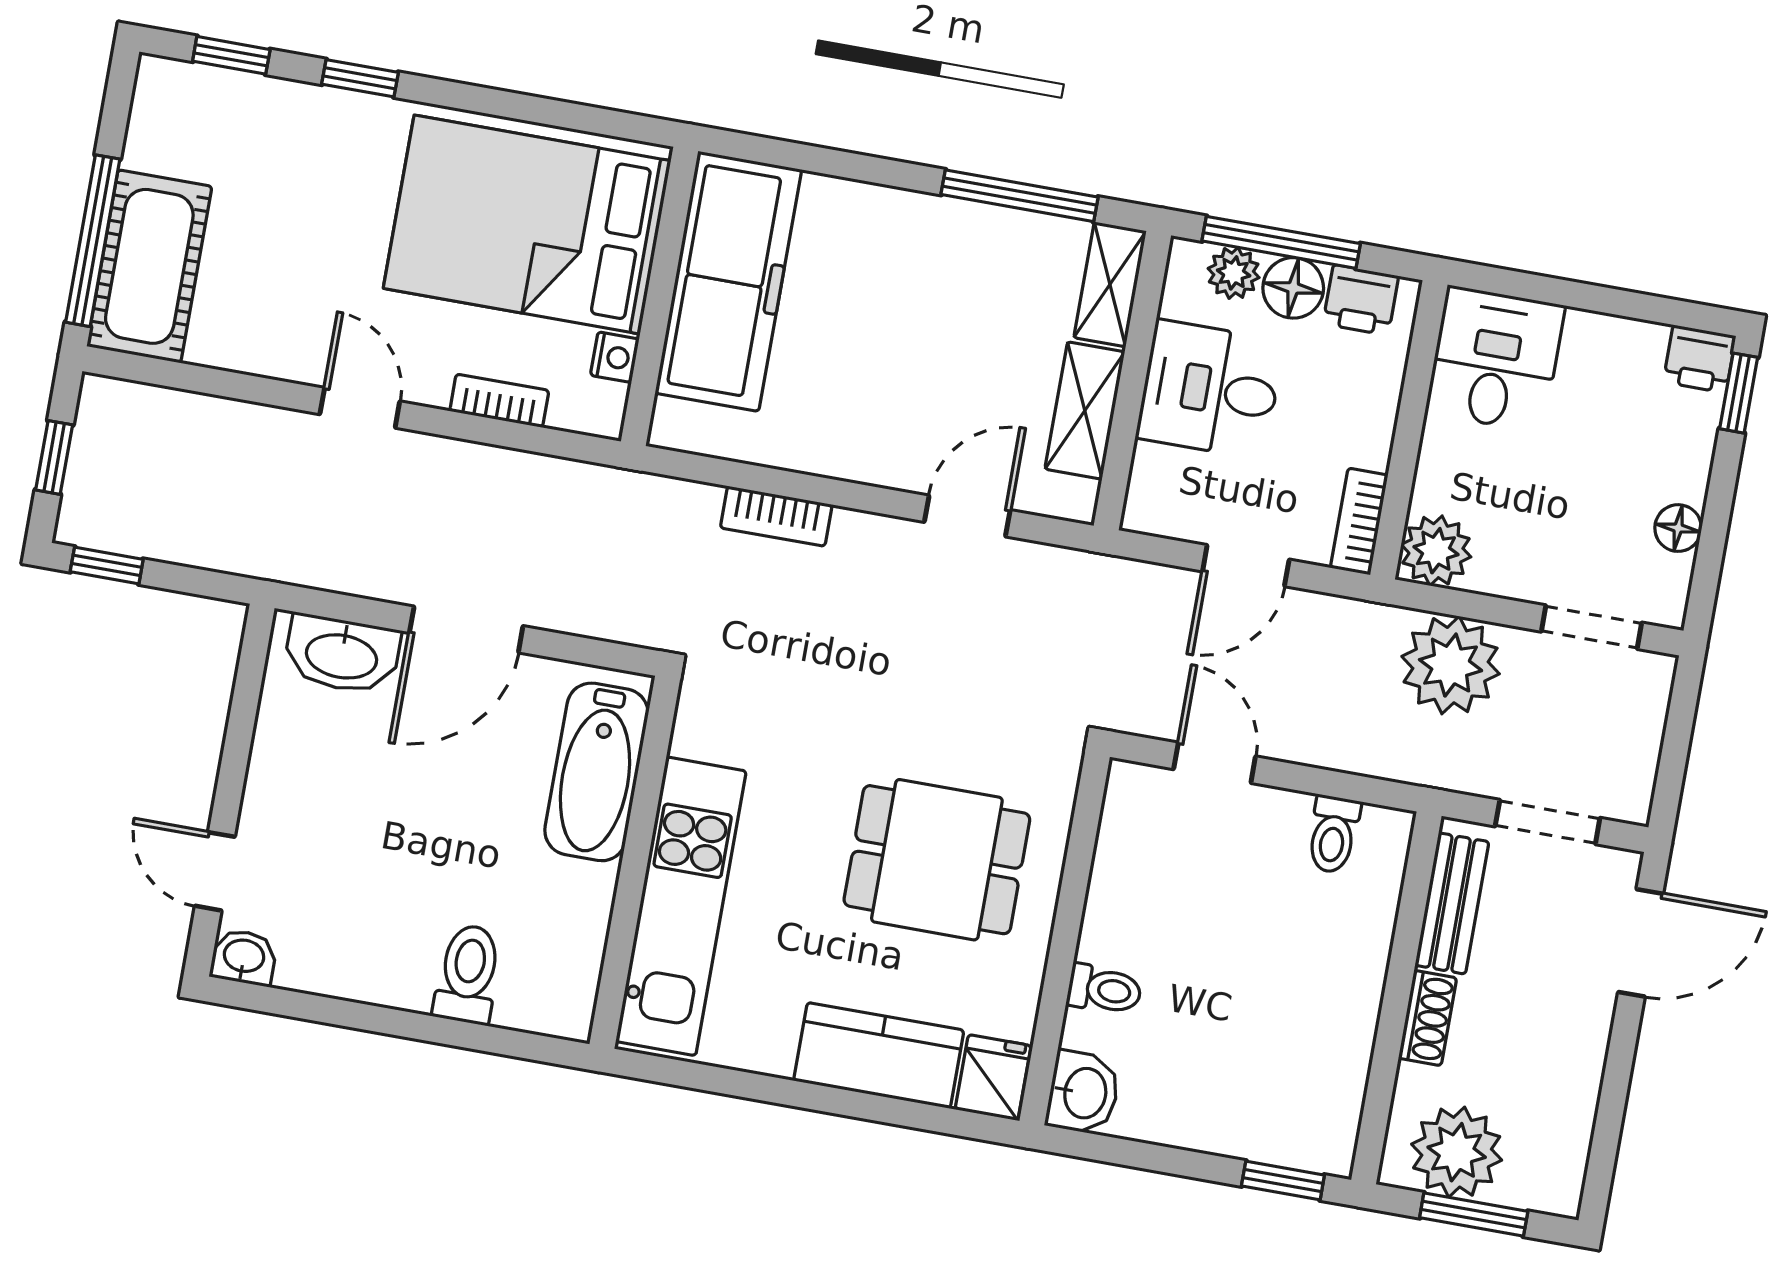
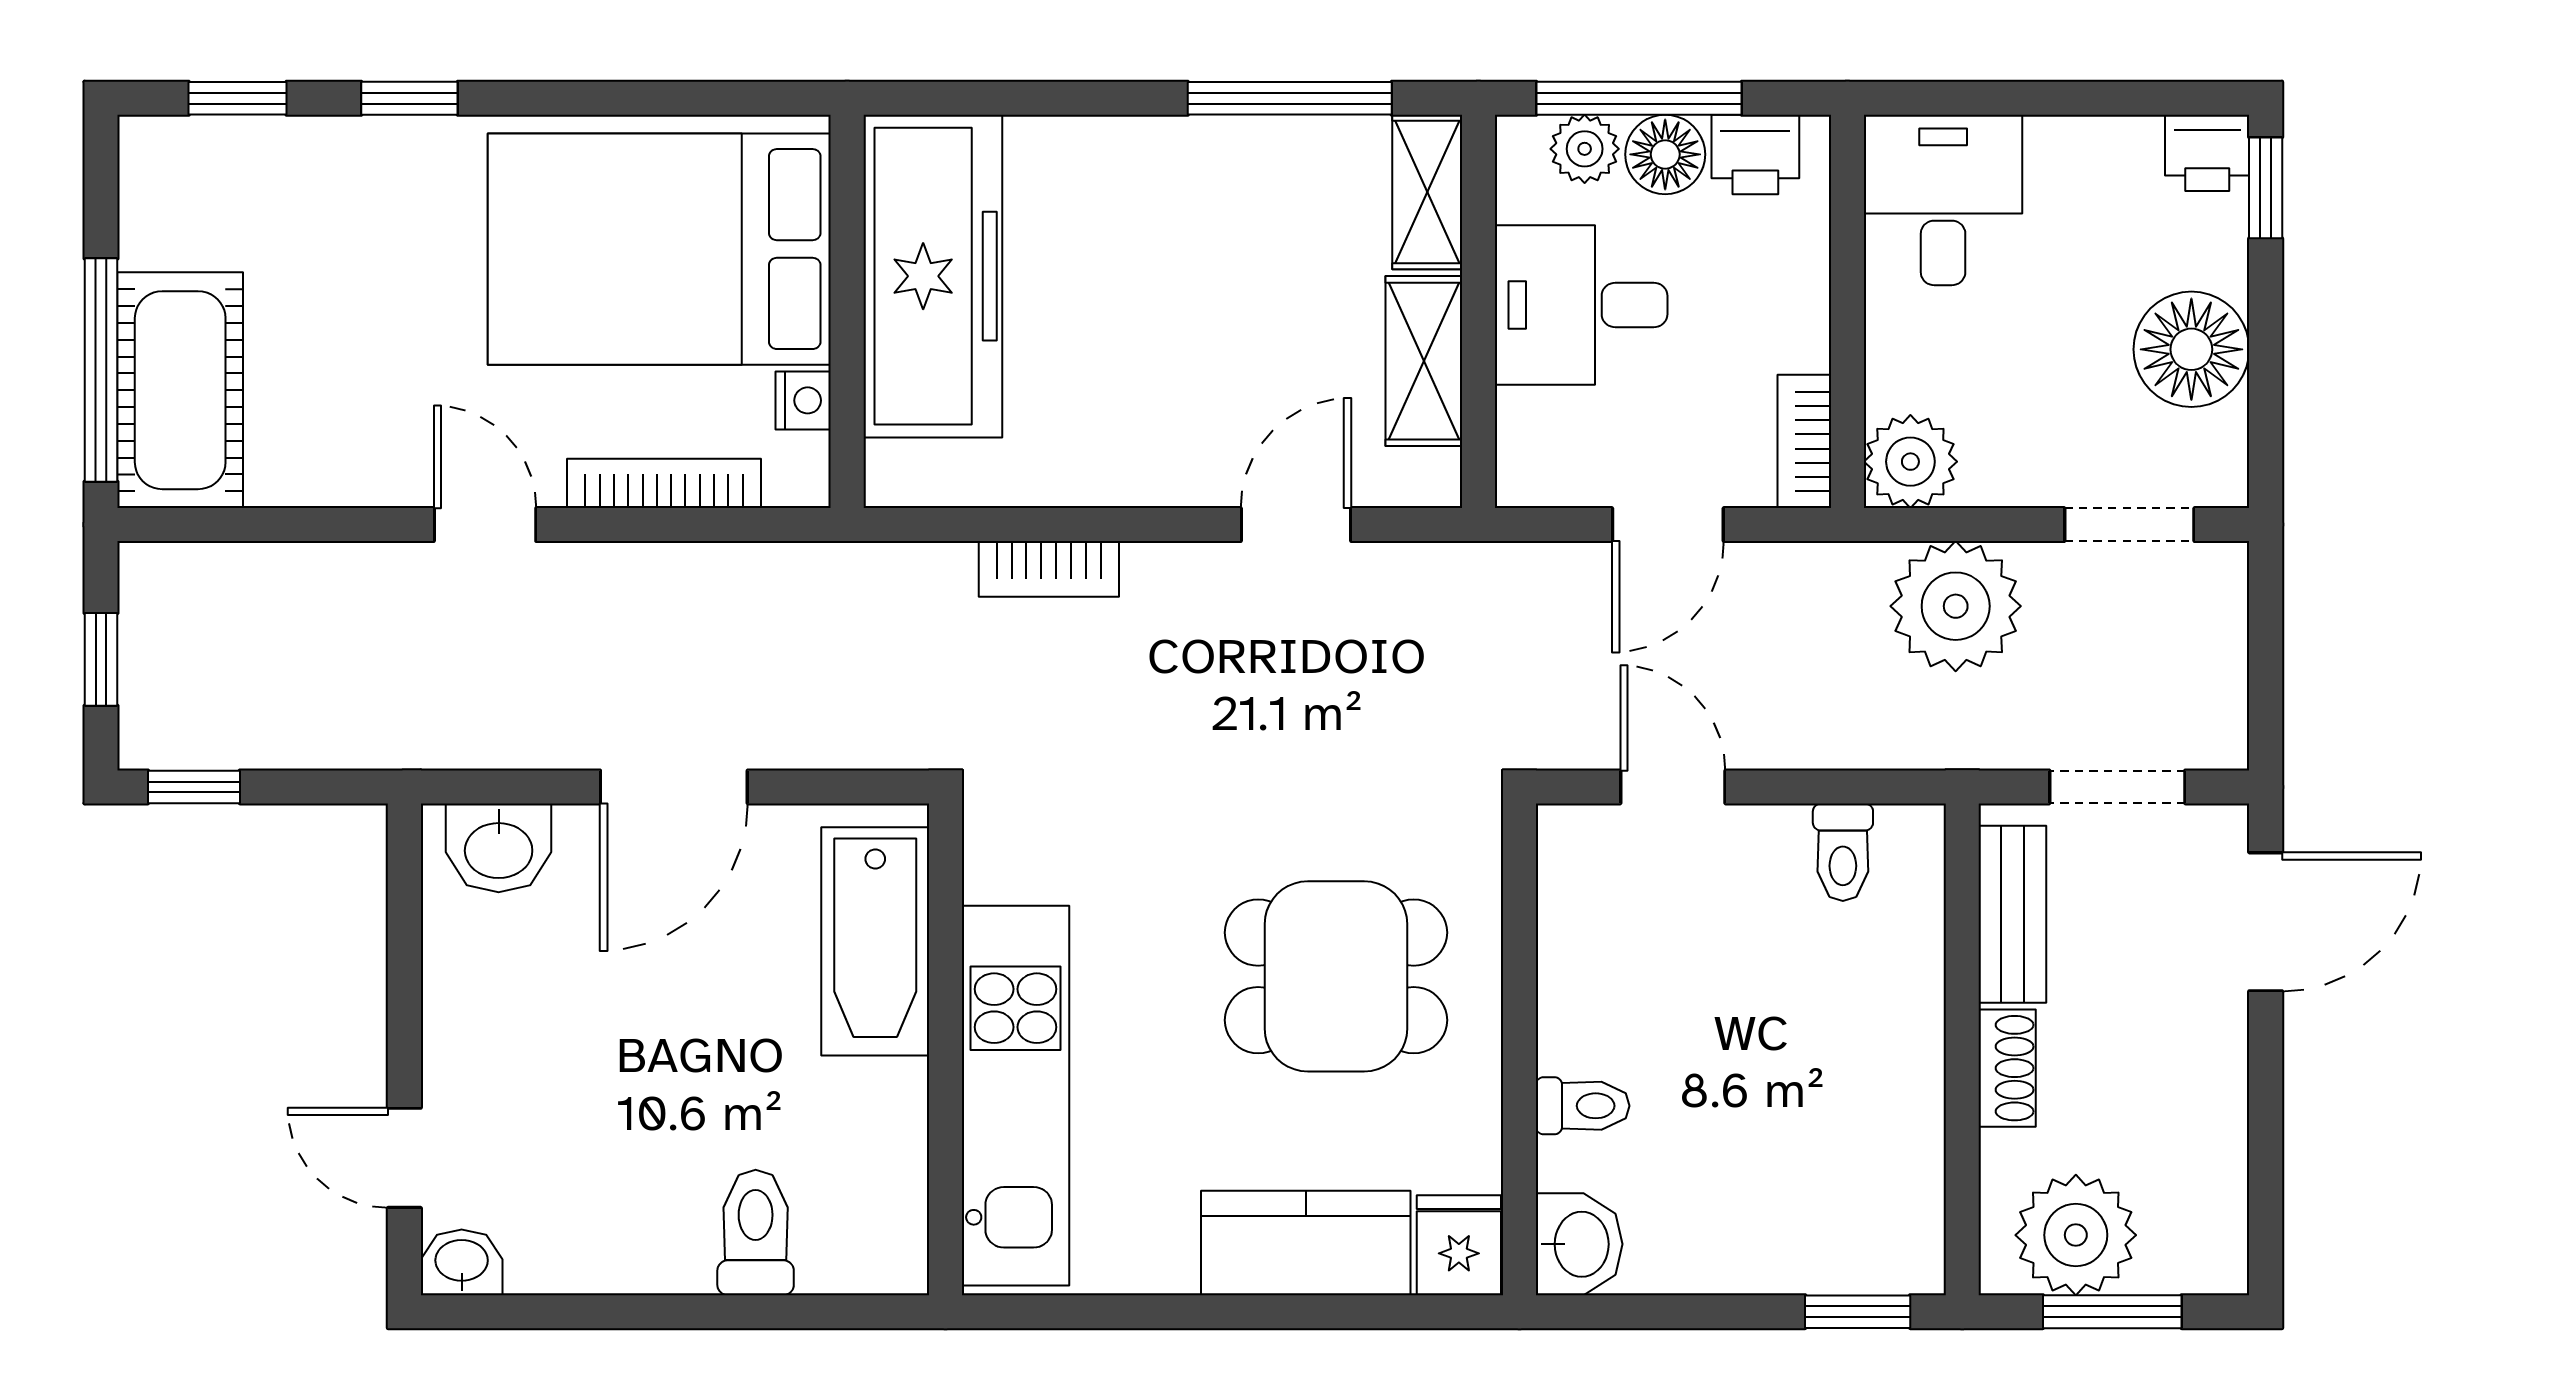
bookcase: (499, 401) -> (664, 483), width x1.56
floor lamp: (1678, 528) -> (2191, 349), width x1.89, depth x1.89
washbasin: (342, 654) -> (499, 848), width x0.72

